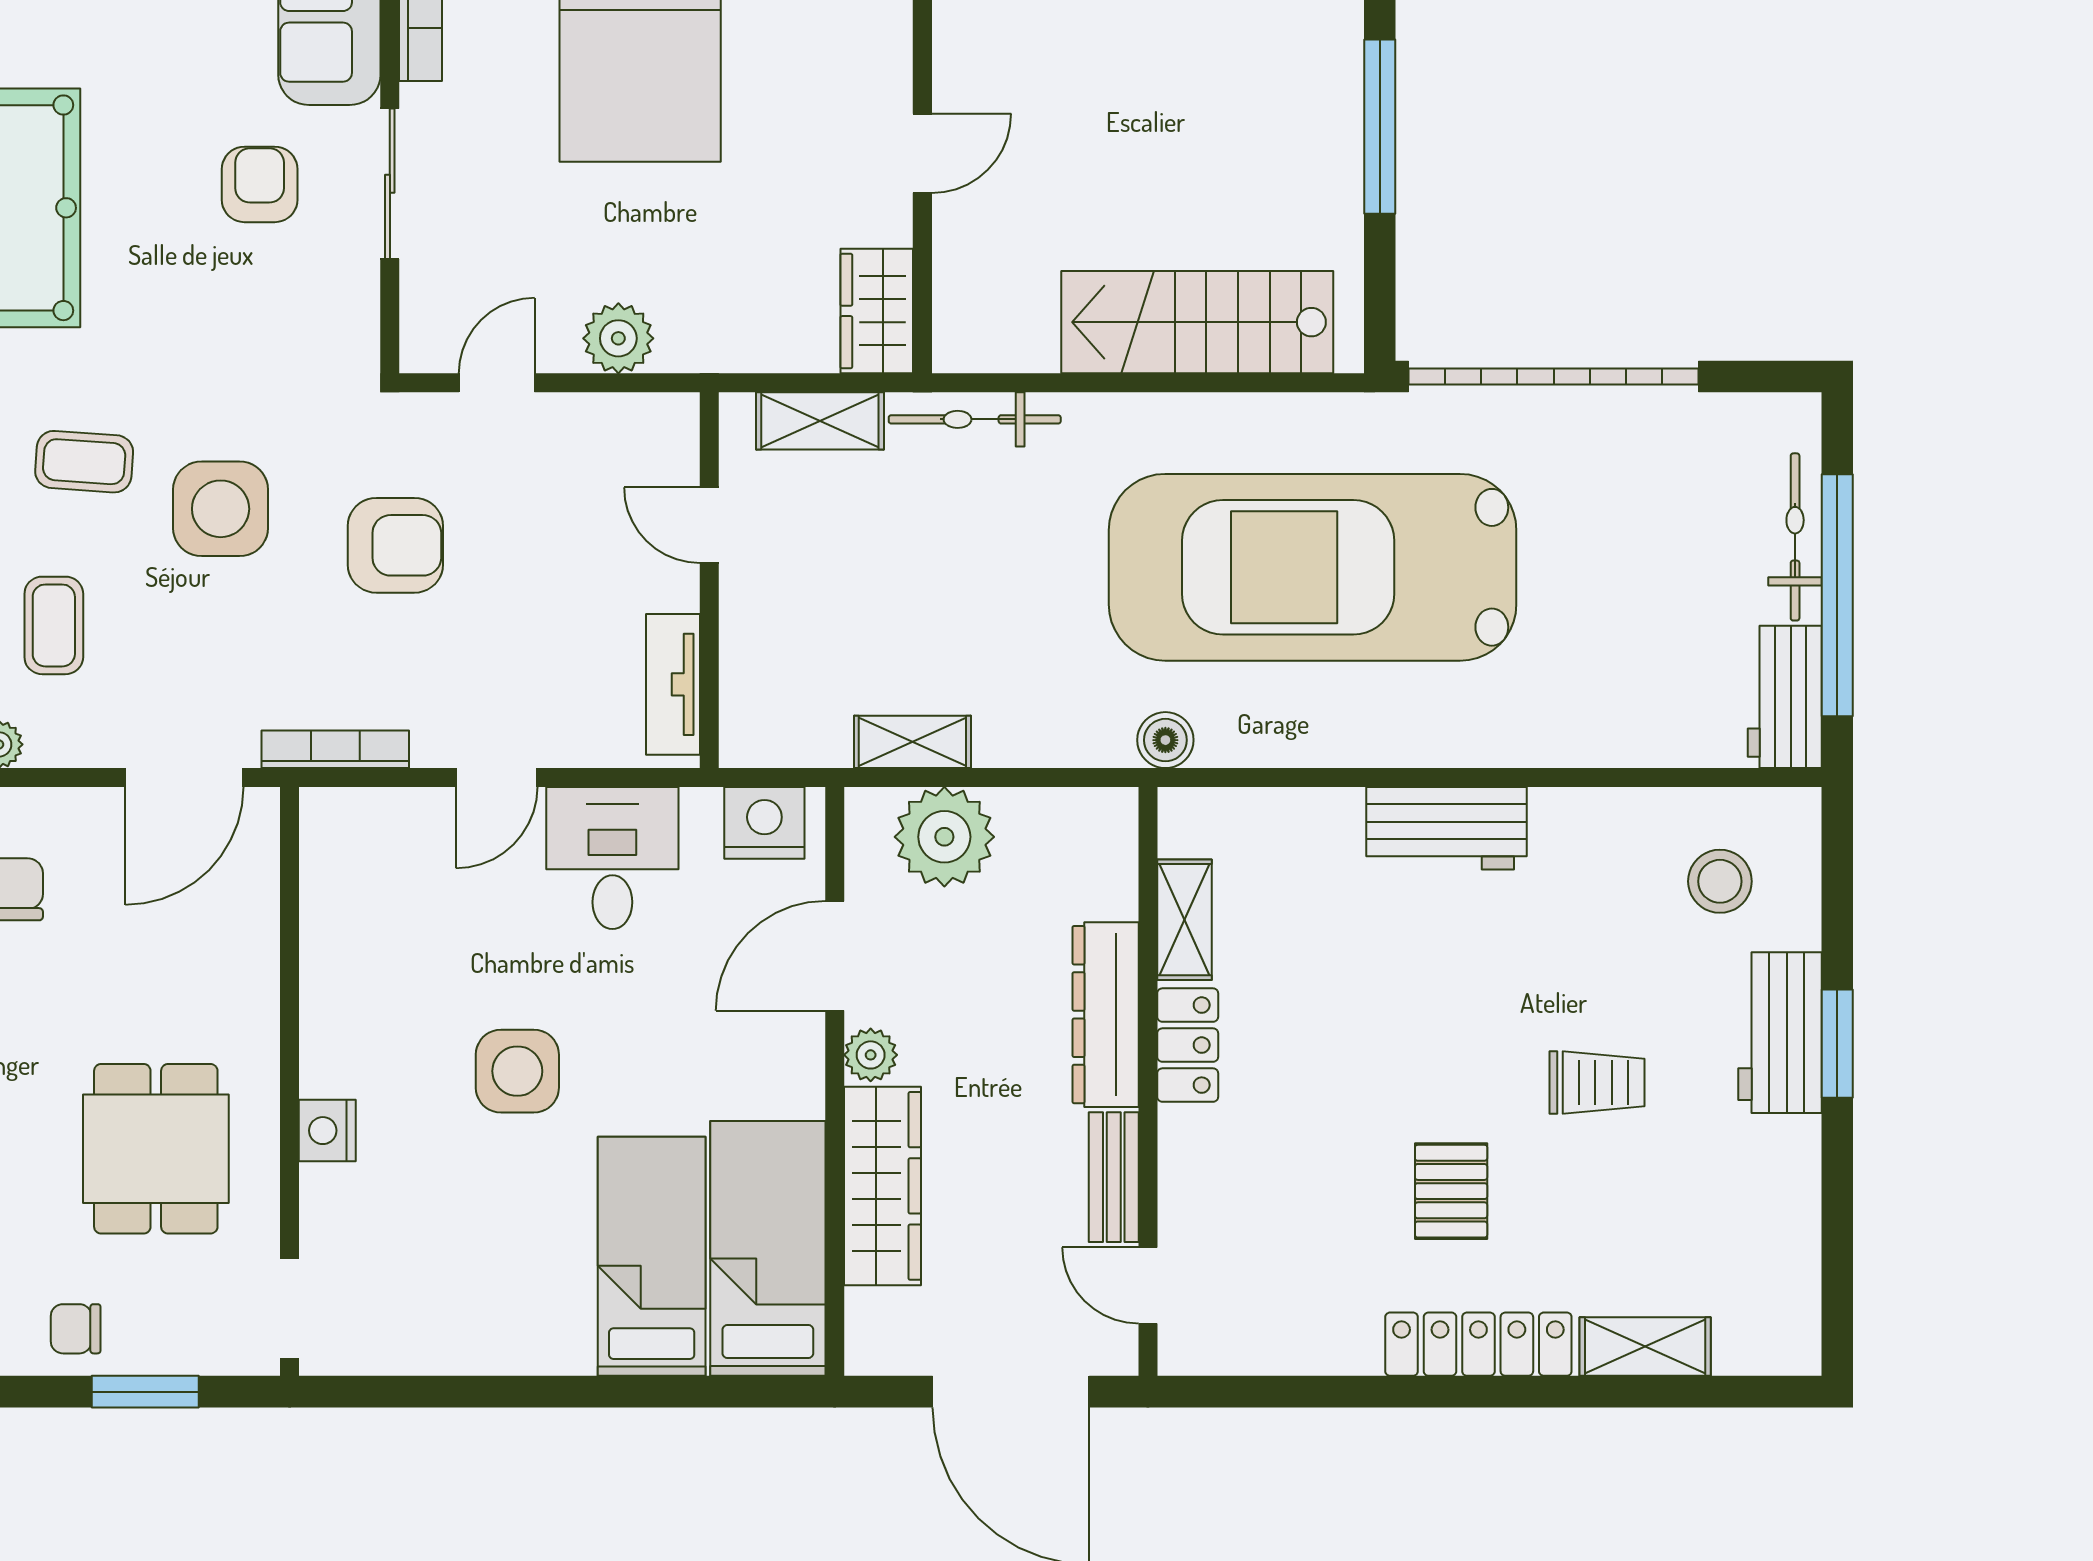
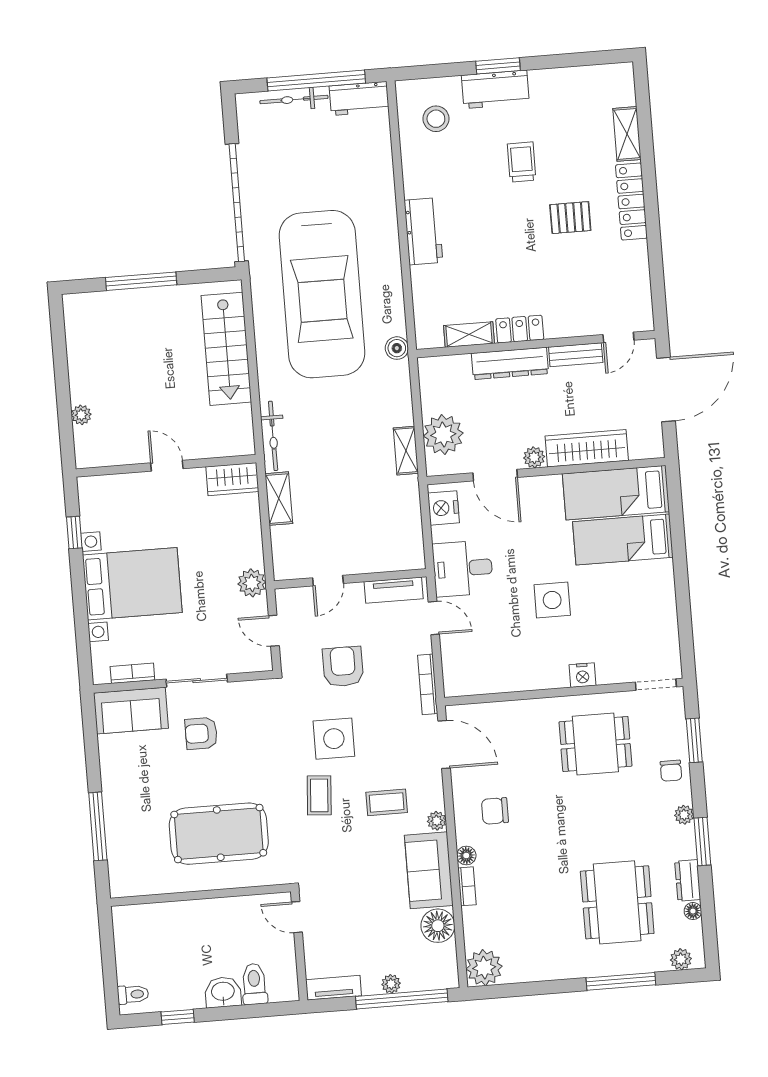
door: (709, 525) -> (328, 581), moved
wall: (709, 580) -> (350, 579), moved
tv unit: (673, 684) -> (394, 590), moved

